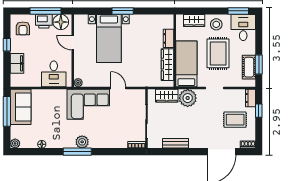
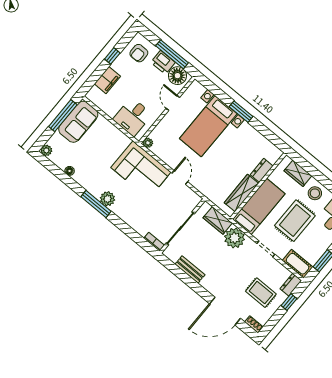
cot: (249, 67) -> (298, 264), moved, turned 90

